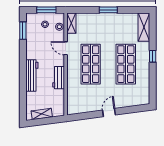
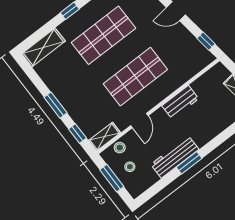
window: (84, 10) -> (77, 134), added
window: (23, 31) -> (189, 163), moved
workbench: (32, 76) -> (175, 157), moved
window: (81, 116) -> (206, 41), added

